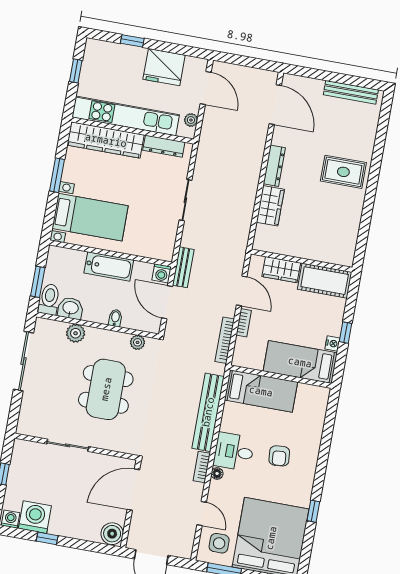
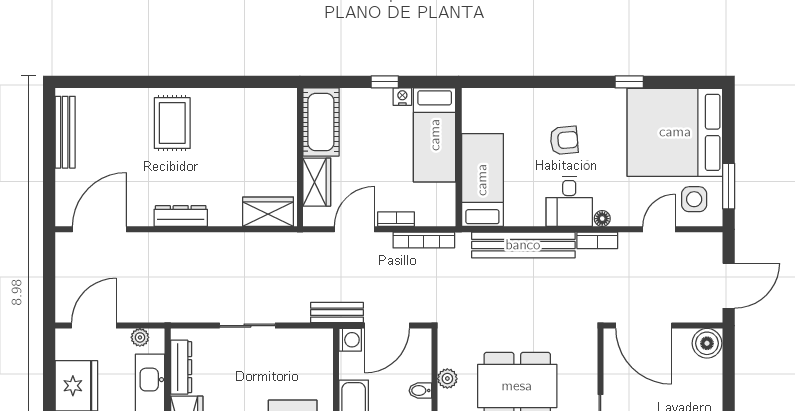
wardrobe: (270, 206) -> (268, 212), moved
plant: (137, 342) -> (447, 379), moved

